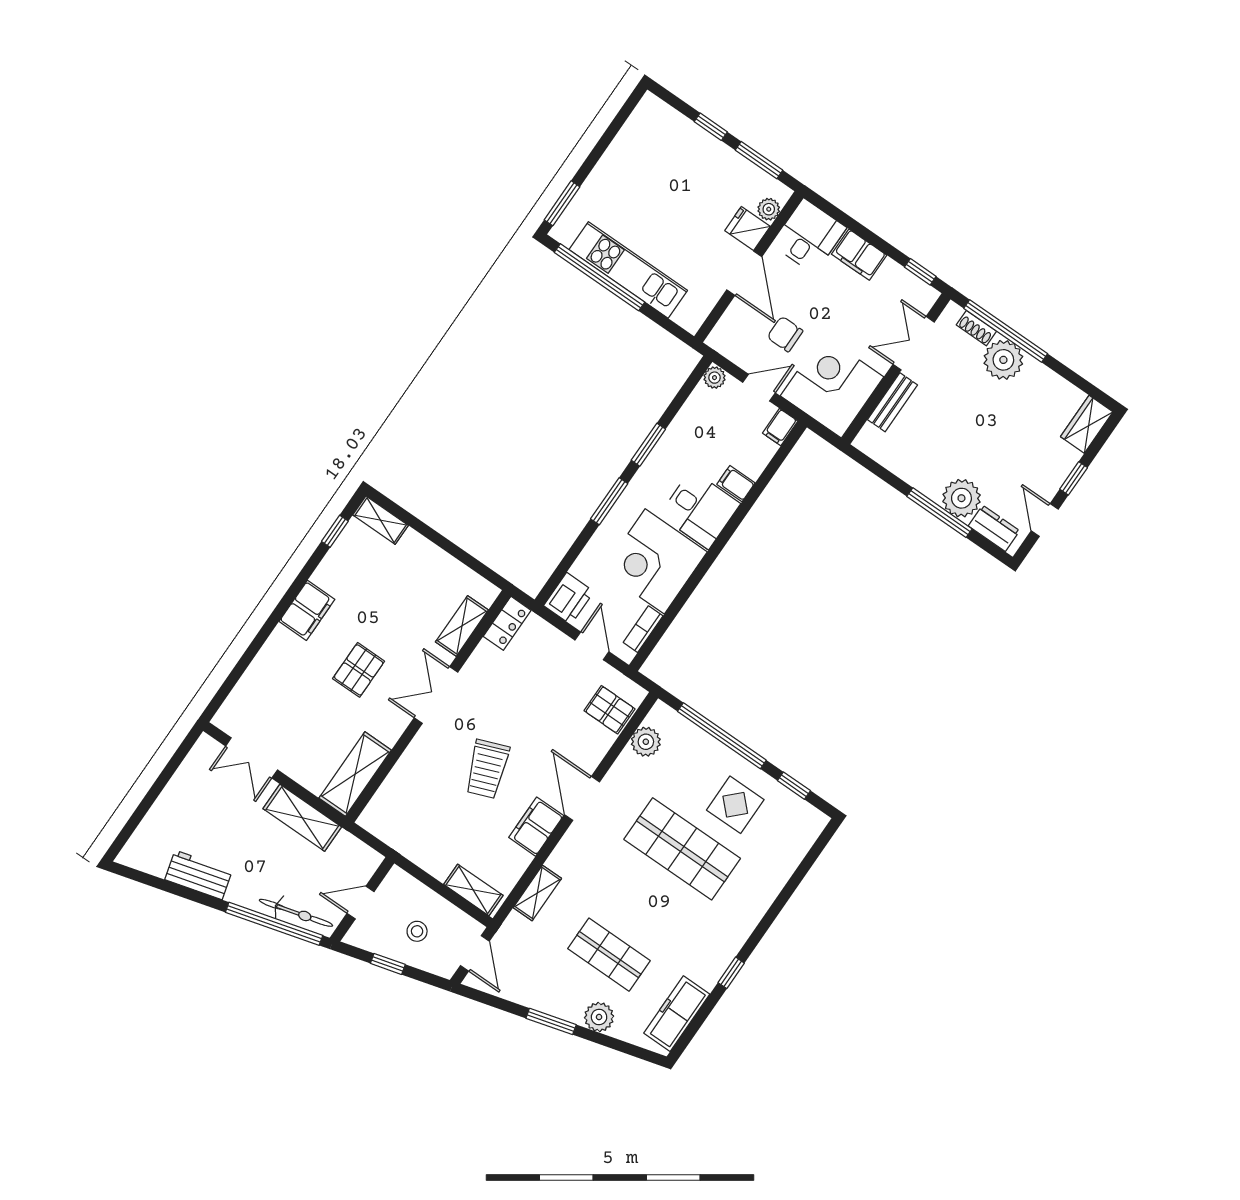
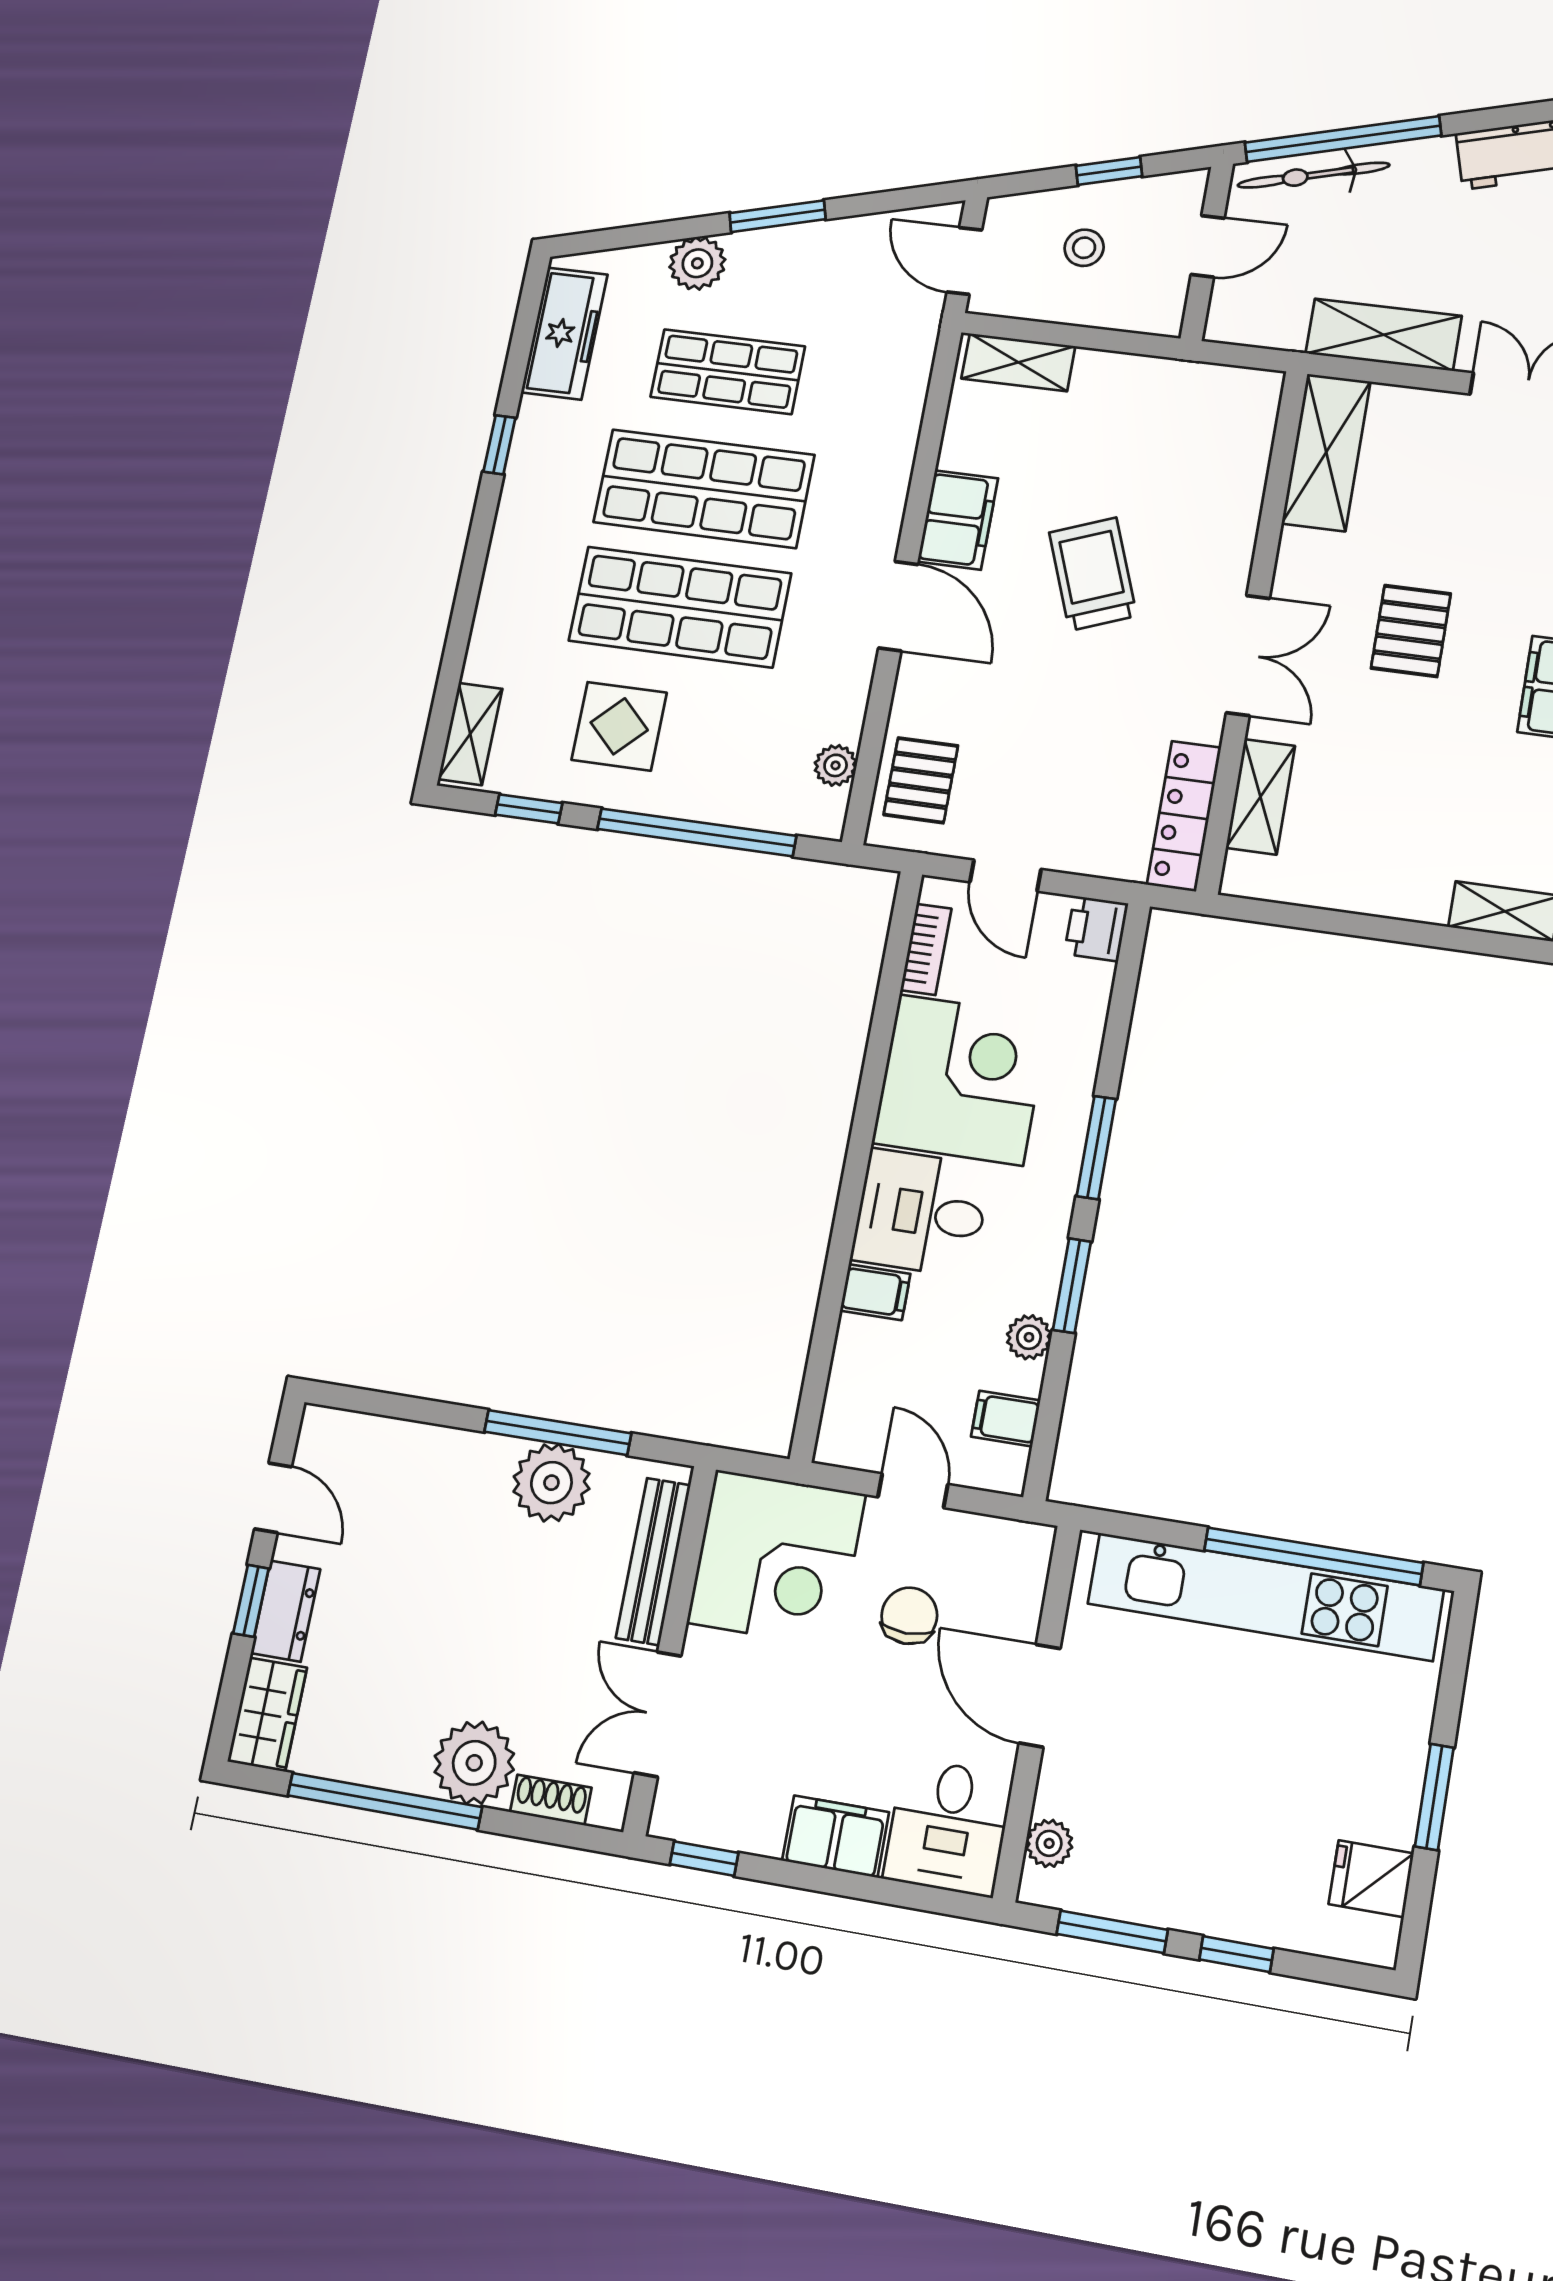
window: (562, 203) -> (1434, 1797), moved
fridge: (747, 228) -> (1371, 1879), moved, turned 180
kitchen unit: (628, 270) -> (1265, 1597), width x1.36
window: (1006, 331) -> (385, 1801), moved
chair: (785, 334) -> (909, 1616), turned -90
double door: (914, 343) -> (657, 1714), swing flipped
plant: (715, 378) -> (1029, 1337), moved
door: (759, 388) -> (913, 1491), swing flipped
bench: (893, 402) -> (653, 1561), width x1.36
filing cabinet: (780, 427) -> (1006, 1419), moved, turned -90
plant: (961, 498) -> (551, 1483), moved
window: (939, 513) -> (558, 1432), moved
dresser: (994, 528) -> (286, 1611), moved, turned -90
printer: (569, 599) -> (1096, 929), width x0.73, depth x0.81
locker: (507, 623) -> (1184, 816), width x1.53
pallet: (610, 710) -> (921, 780), turned 90
plant: (646, 742) -> (836, 765), width x0.73, depth x0.73
shelving: (537, 893) -> (470, 734), moved
shop shelf: (646, 902) -> (704, 489), added

